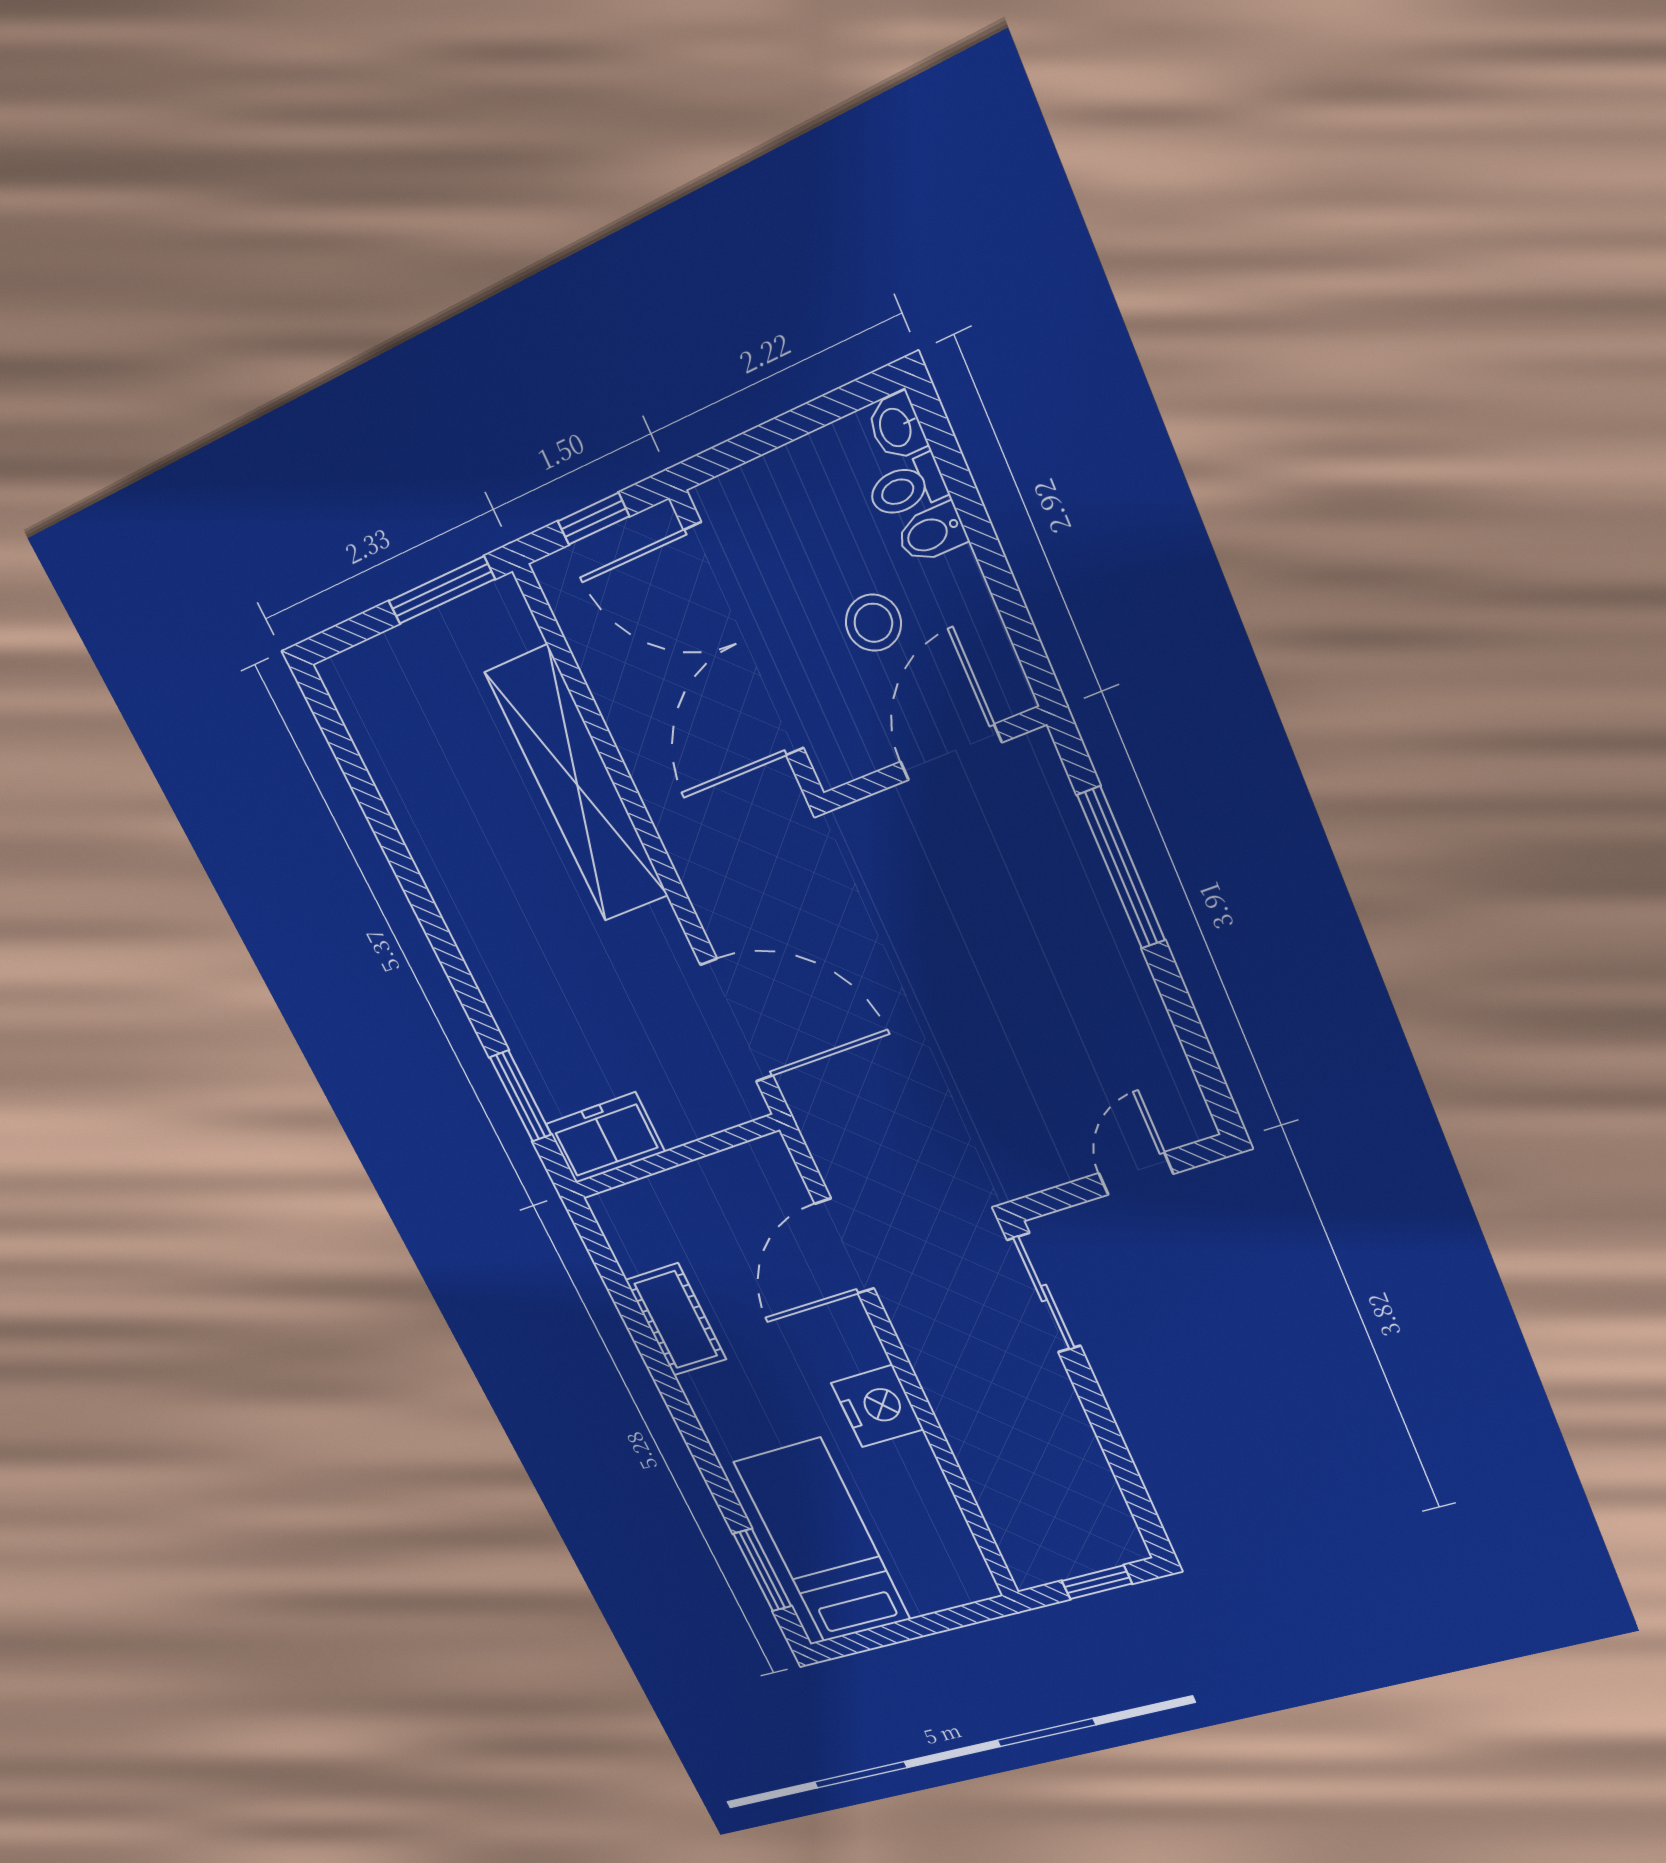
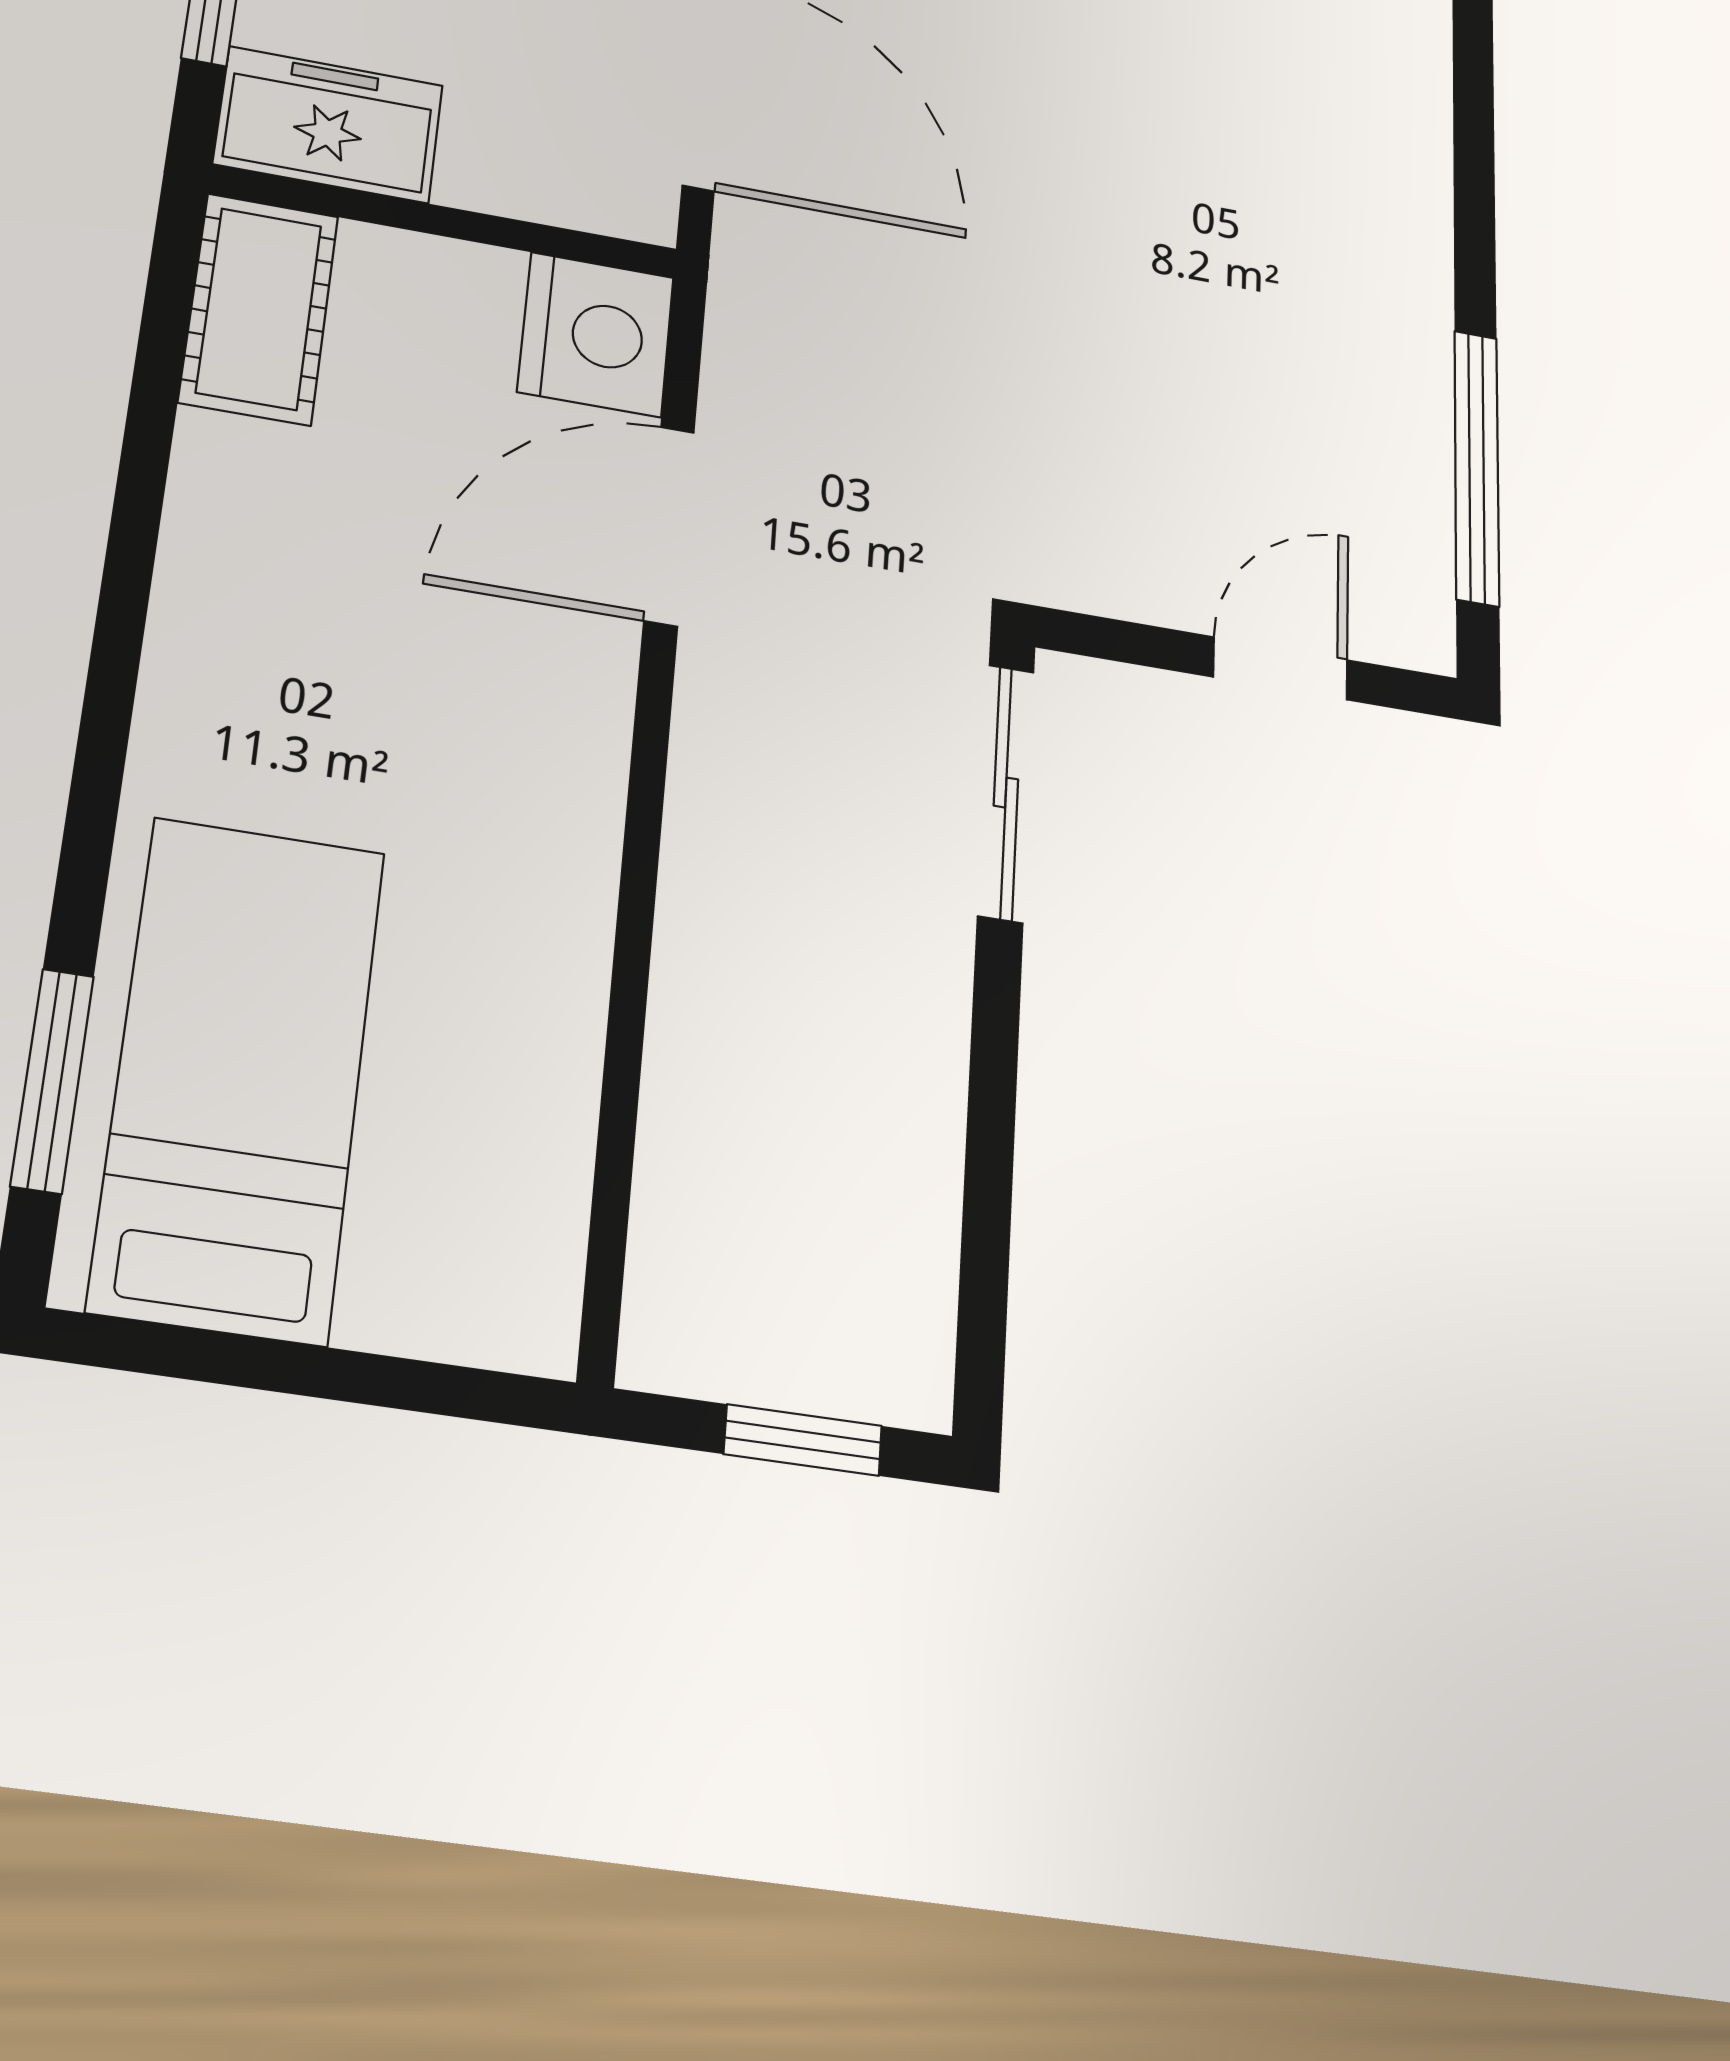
window: (1121, 868) -> (1477, 467), moved
cot: (676, 1320) -> (259, 309), moved
nightstand: (877, 1406) -> (596, 334), moved

